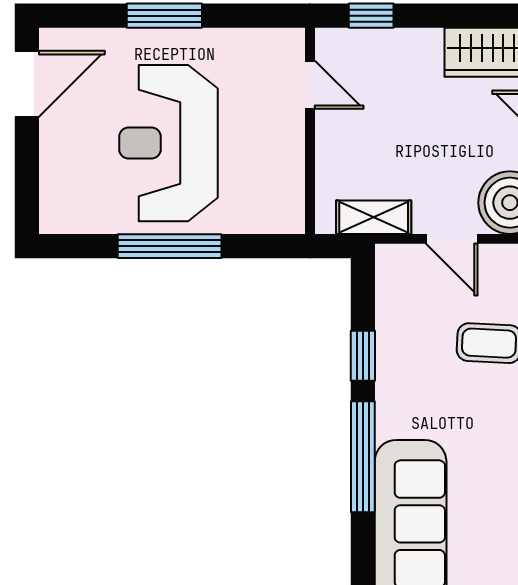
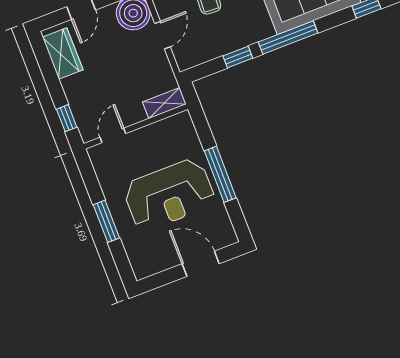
door: (27, 84) -> (201, 264), moved
shelving: (374, 217) -> (164, 103), moved, turned 90

